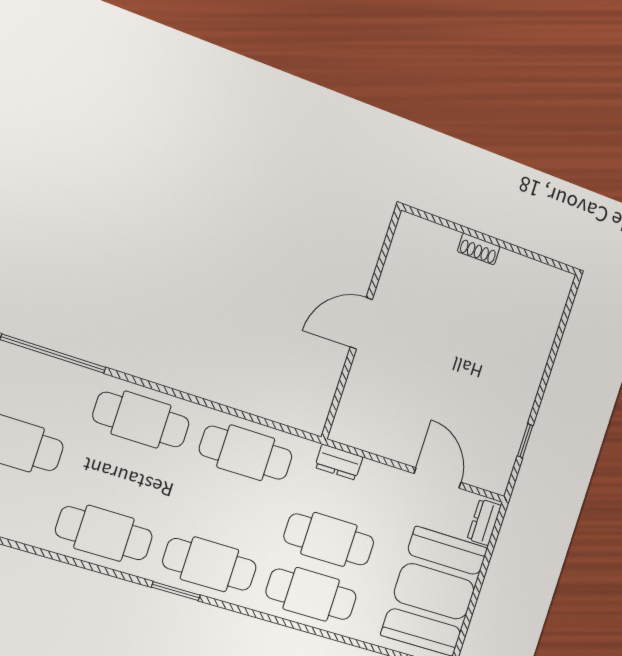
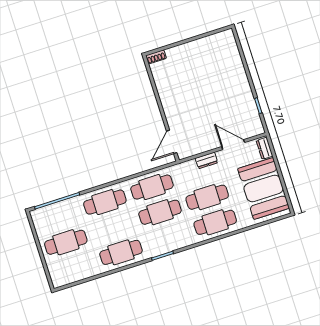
shoe rack: (479, 249) -> (156, 57), moved
door: (361, 323) -> (172, 142), moved
dresser: (339, 462) -> (206, 160), moved
cafe table: (210, 564) -> (160, 212), moved

